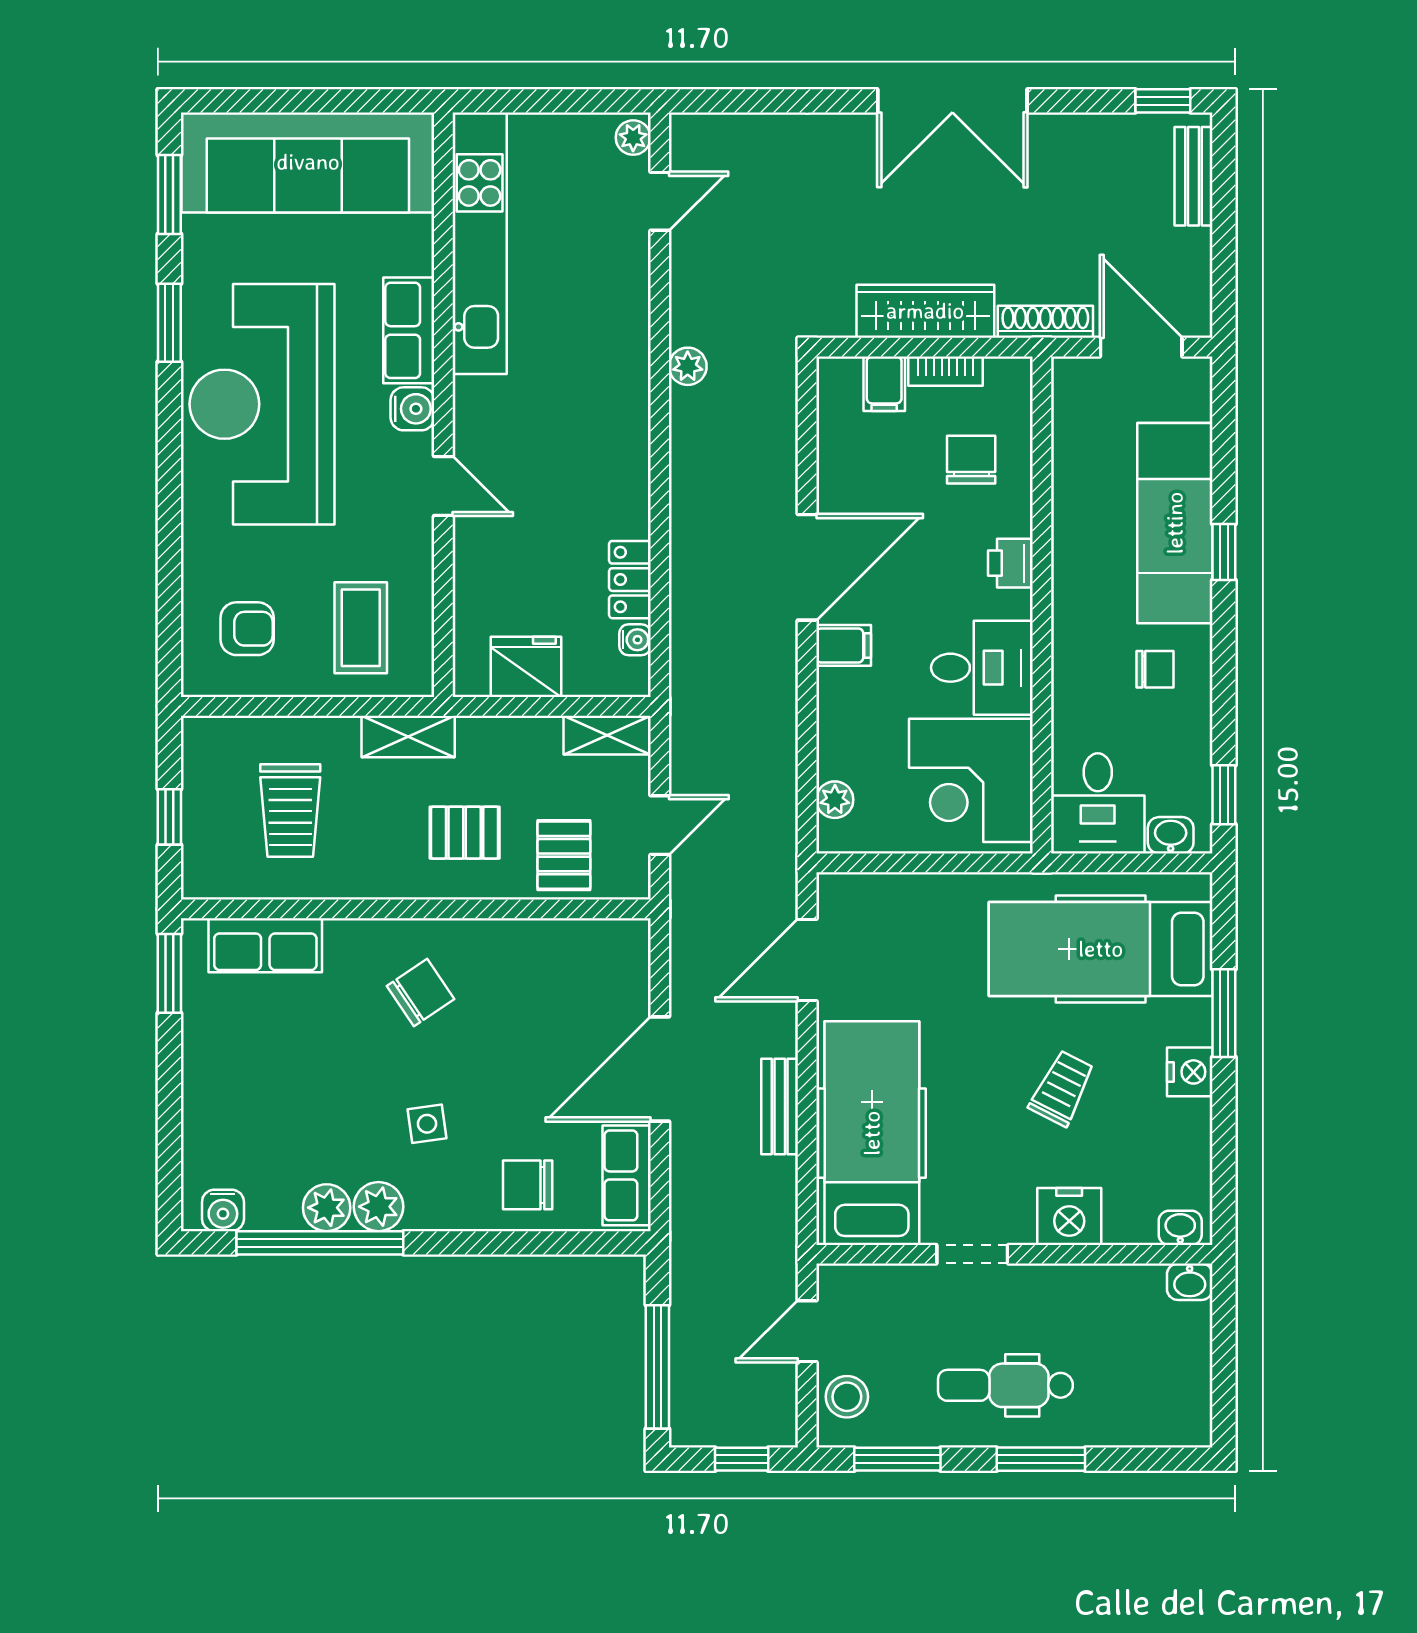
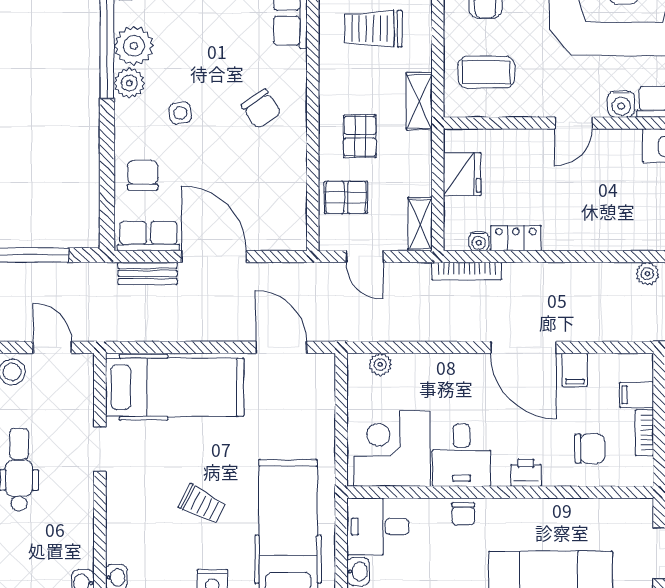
filing cabinet: (844, 645) -> (575, 370), moved
bookcase: (683, 659) -> (467, 271), added
chair: (1155, 669) -> (463, 514), moved
bench: (780, 1107) -> (148, 273), moved
plant: (327, 1208) -> (134, 46), width x1.36, depth x1.36
nightstand: (1069, 1216) -> (123, 509), removed

